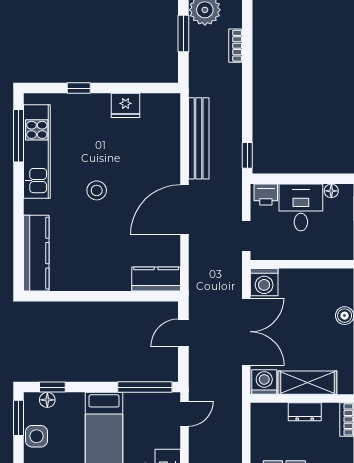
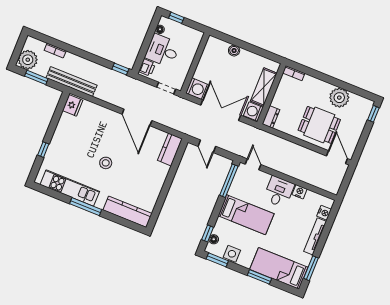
fridge: (126, 105) -> (73, 105), moved
window: (18, 136) -> (86, 207), moved
bench: (199, 138) -> (72, 81), moved
dresser: (305, 412) -> (271, 117), moved

